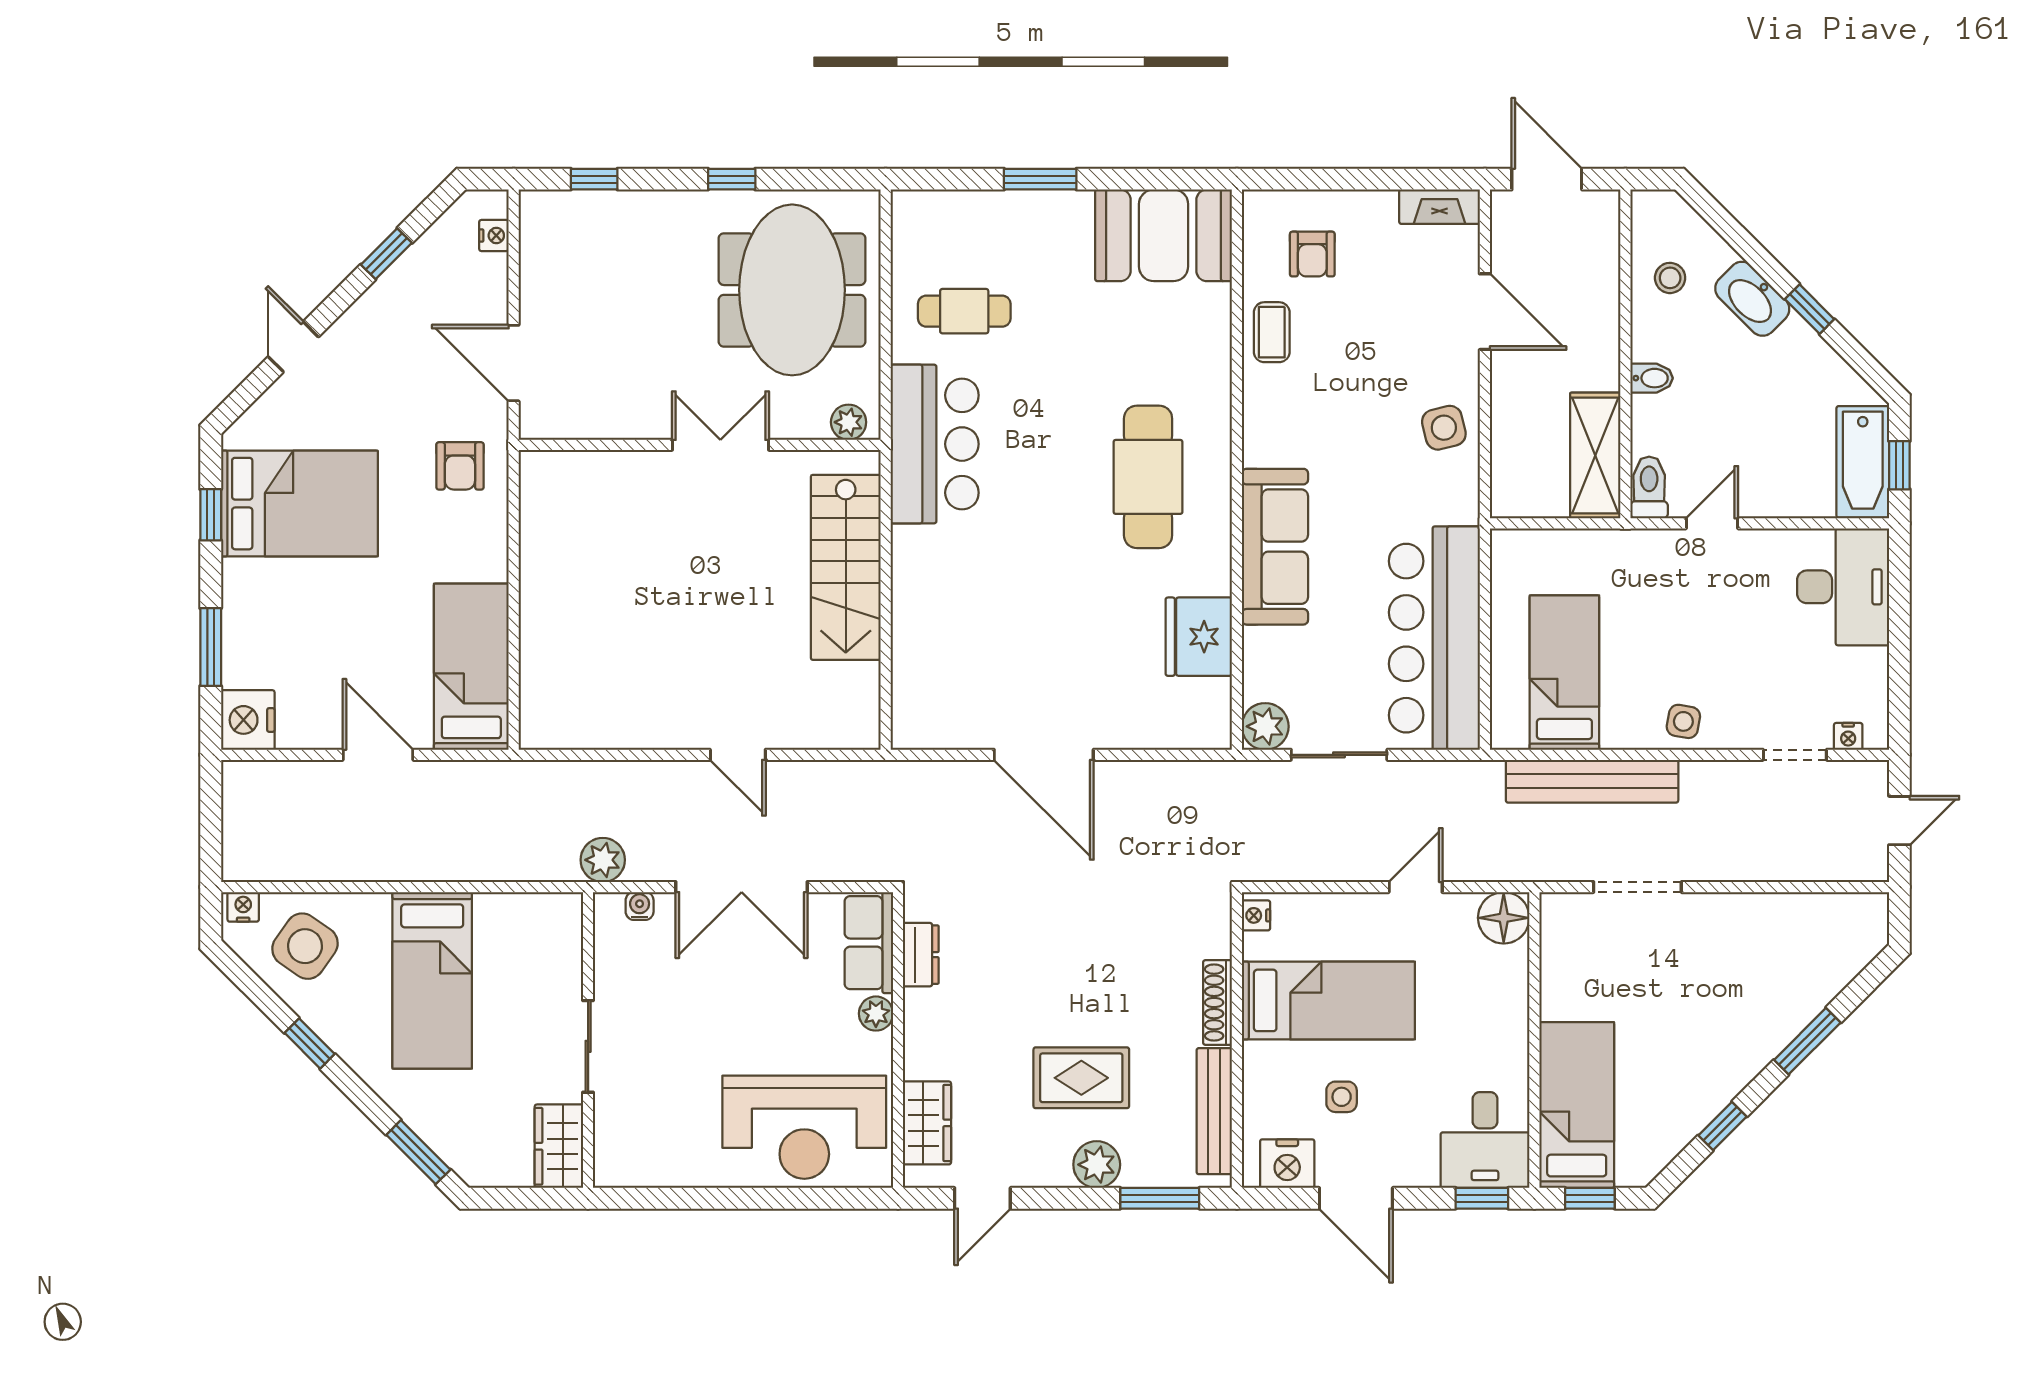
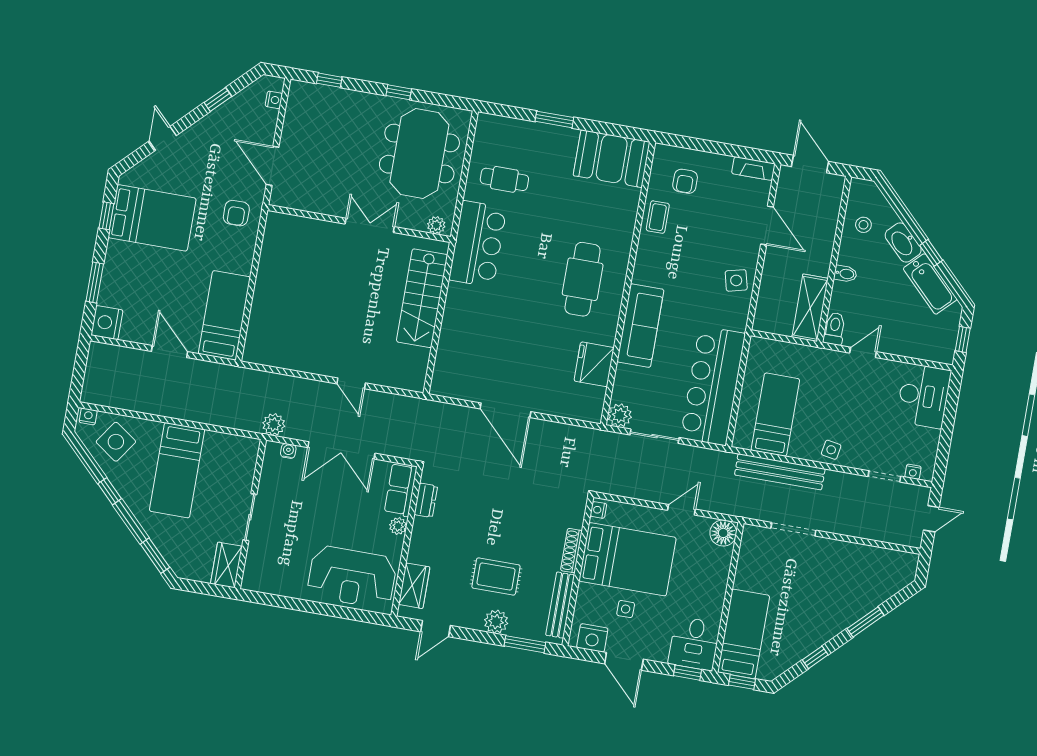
bathtub: (1863, 462) -> (930, 284), moved, turned -45
bed: (1328, 1000) -> (627, 559), width x1.50

